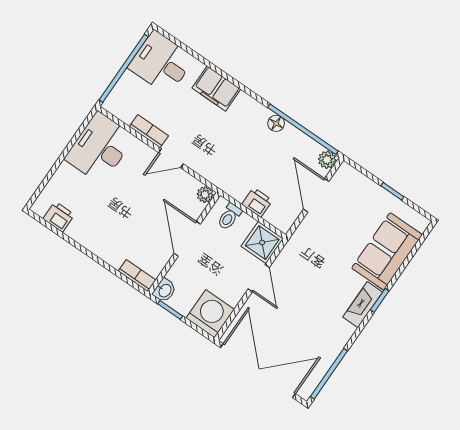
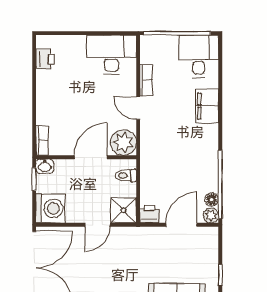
floor lamp: (276, 123) -> (212, 200), moved
plant: (205, 195) -> (123, 142), width x1.87, depth x1.87
printer: (257, 202) -> (150, 214), moved, turned -90

